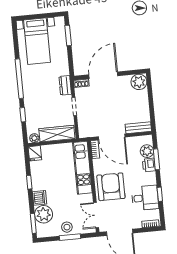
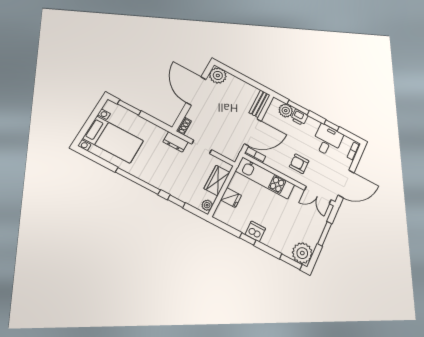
door: (103, 75) -> (196, 91), moved
wardrobe: (57, 134) -> (217, 180), width x0.67
fridge: (35, 153) -> (231, 198), moved
armchair: (111, 187) -> (299, 164), width x0.53, depth x0.53
dishwasher: (40, 198) -> (255, 231), moved
plant: (44, 214) -> (302, 253), moved
stool: (67, 227) -> (313, 230), removed

